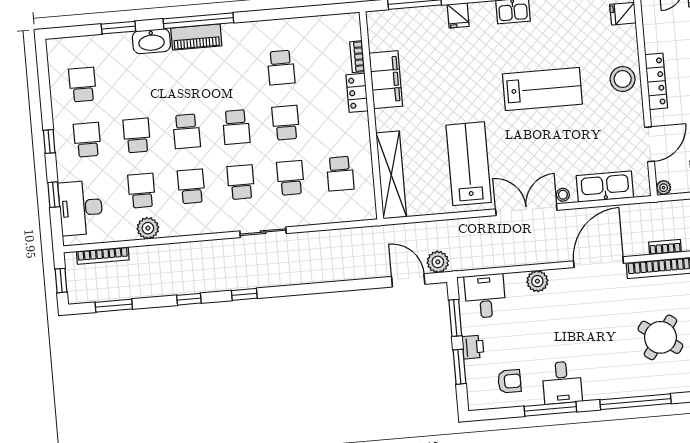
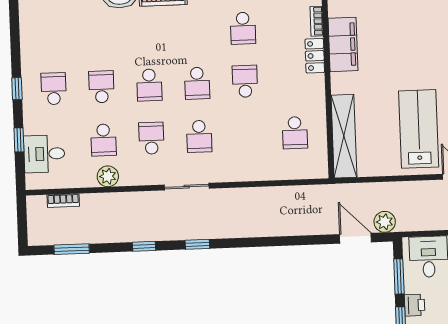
school desk: (83, 85) -> (52, 36), removed
school desk: (290, 178) -> (247, 134), removed
school desk: (241, 182) -> (199, 136), turned 180
school desk: (142, 191) -> (103, 140), turned 180
desk: (81, 208) -> (44, 154), width x0.73
sliding door: (263, 232) -> (187, 187), moved
bookcase: (103, 256) -> (63, 201), width x0.64
window: (61, 281) -> (22, 223), removed

